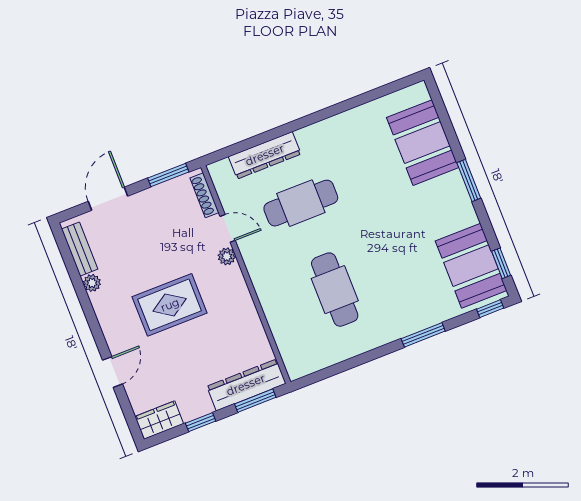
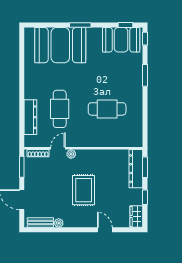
booth: (423, 143) -> (60, 45), width x1.36, depth x1.42

